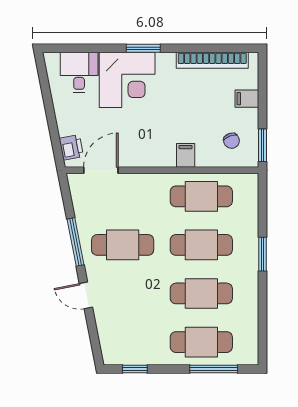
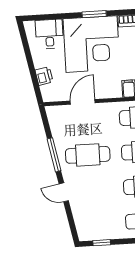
corner desk: (127, 80) -> (91, 44), width x1.36, depth x1.36
printer: (71, 147) -> (44, 76), moved
door: (101, 170) -> (83, 102), moved

